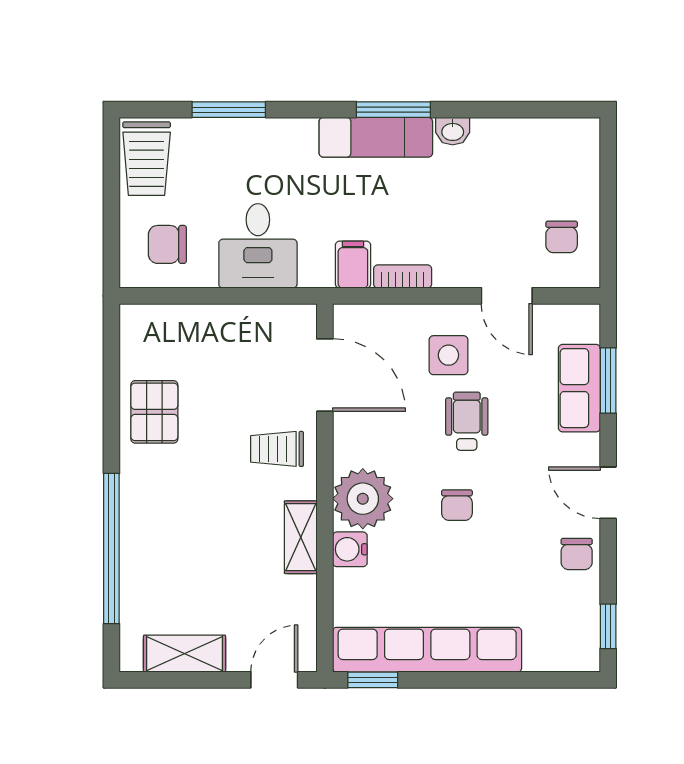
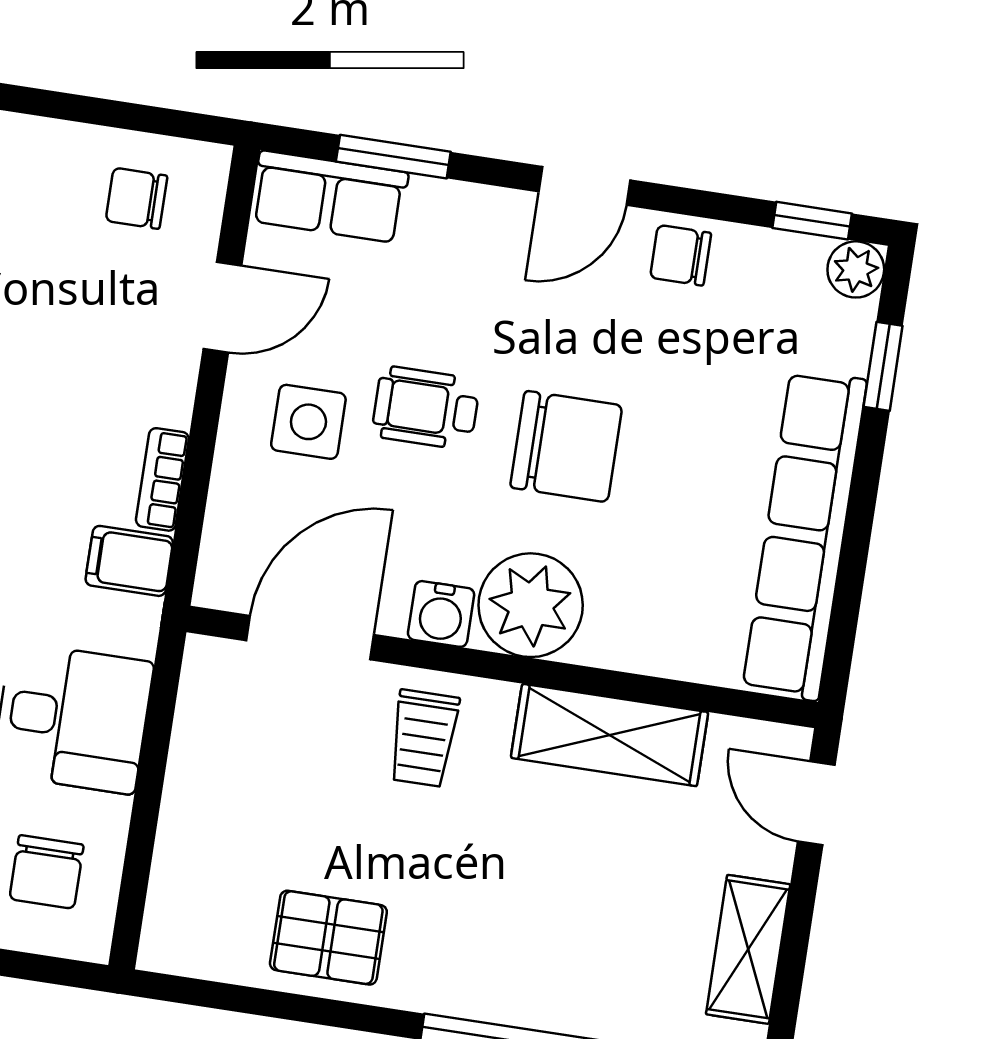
chair: (562, 237) -> (137, 198), turned 180
row of seats: (579, 388) -> (329, 197), moved
chair: (457, 505) -> (566, 446), width x1.87, depth x1.87
shelving: (301, 537) -> (610, 735), width x1.50, depth x1.33
water cooler: (350, 549) -> (441, 614), moved
chair: (577, 554) -> (681, 255), turned 180
plant: (584, 656) -> (856, 269), added
window: (373, 680) -> (883, 366), moved

